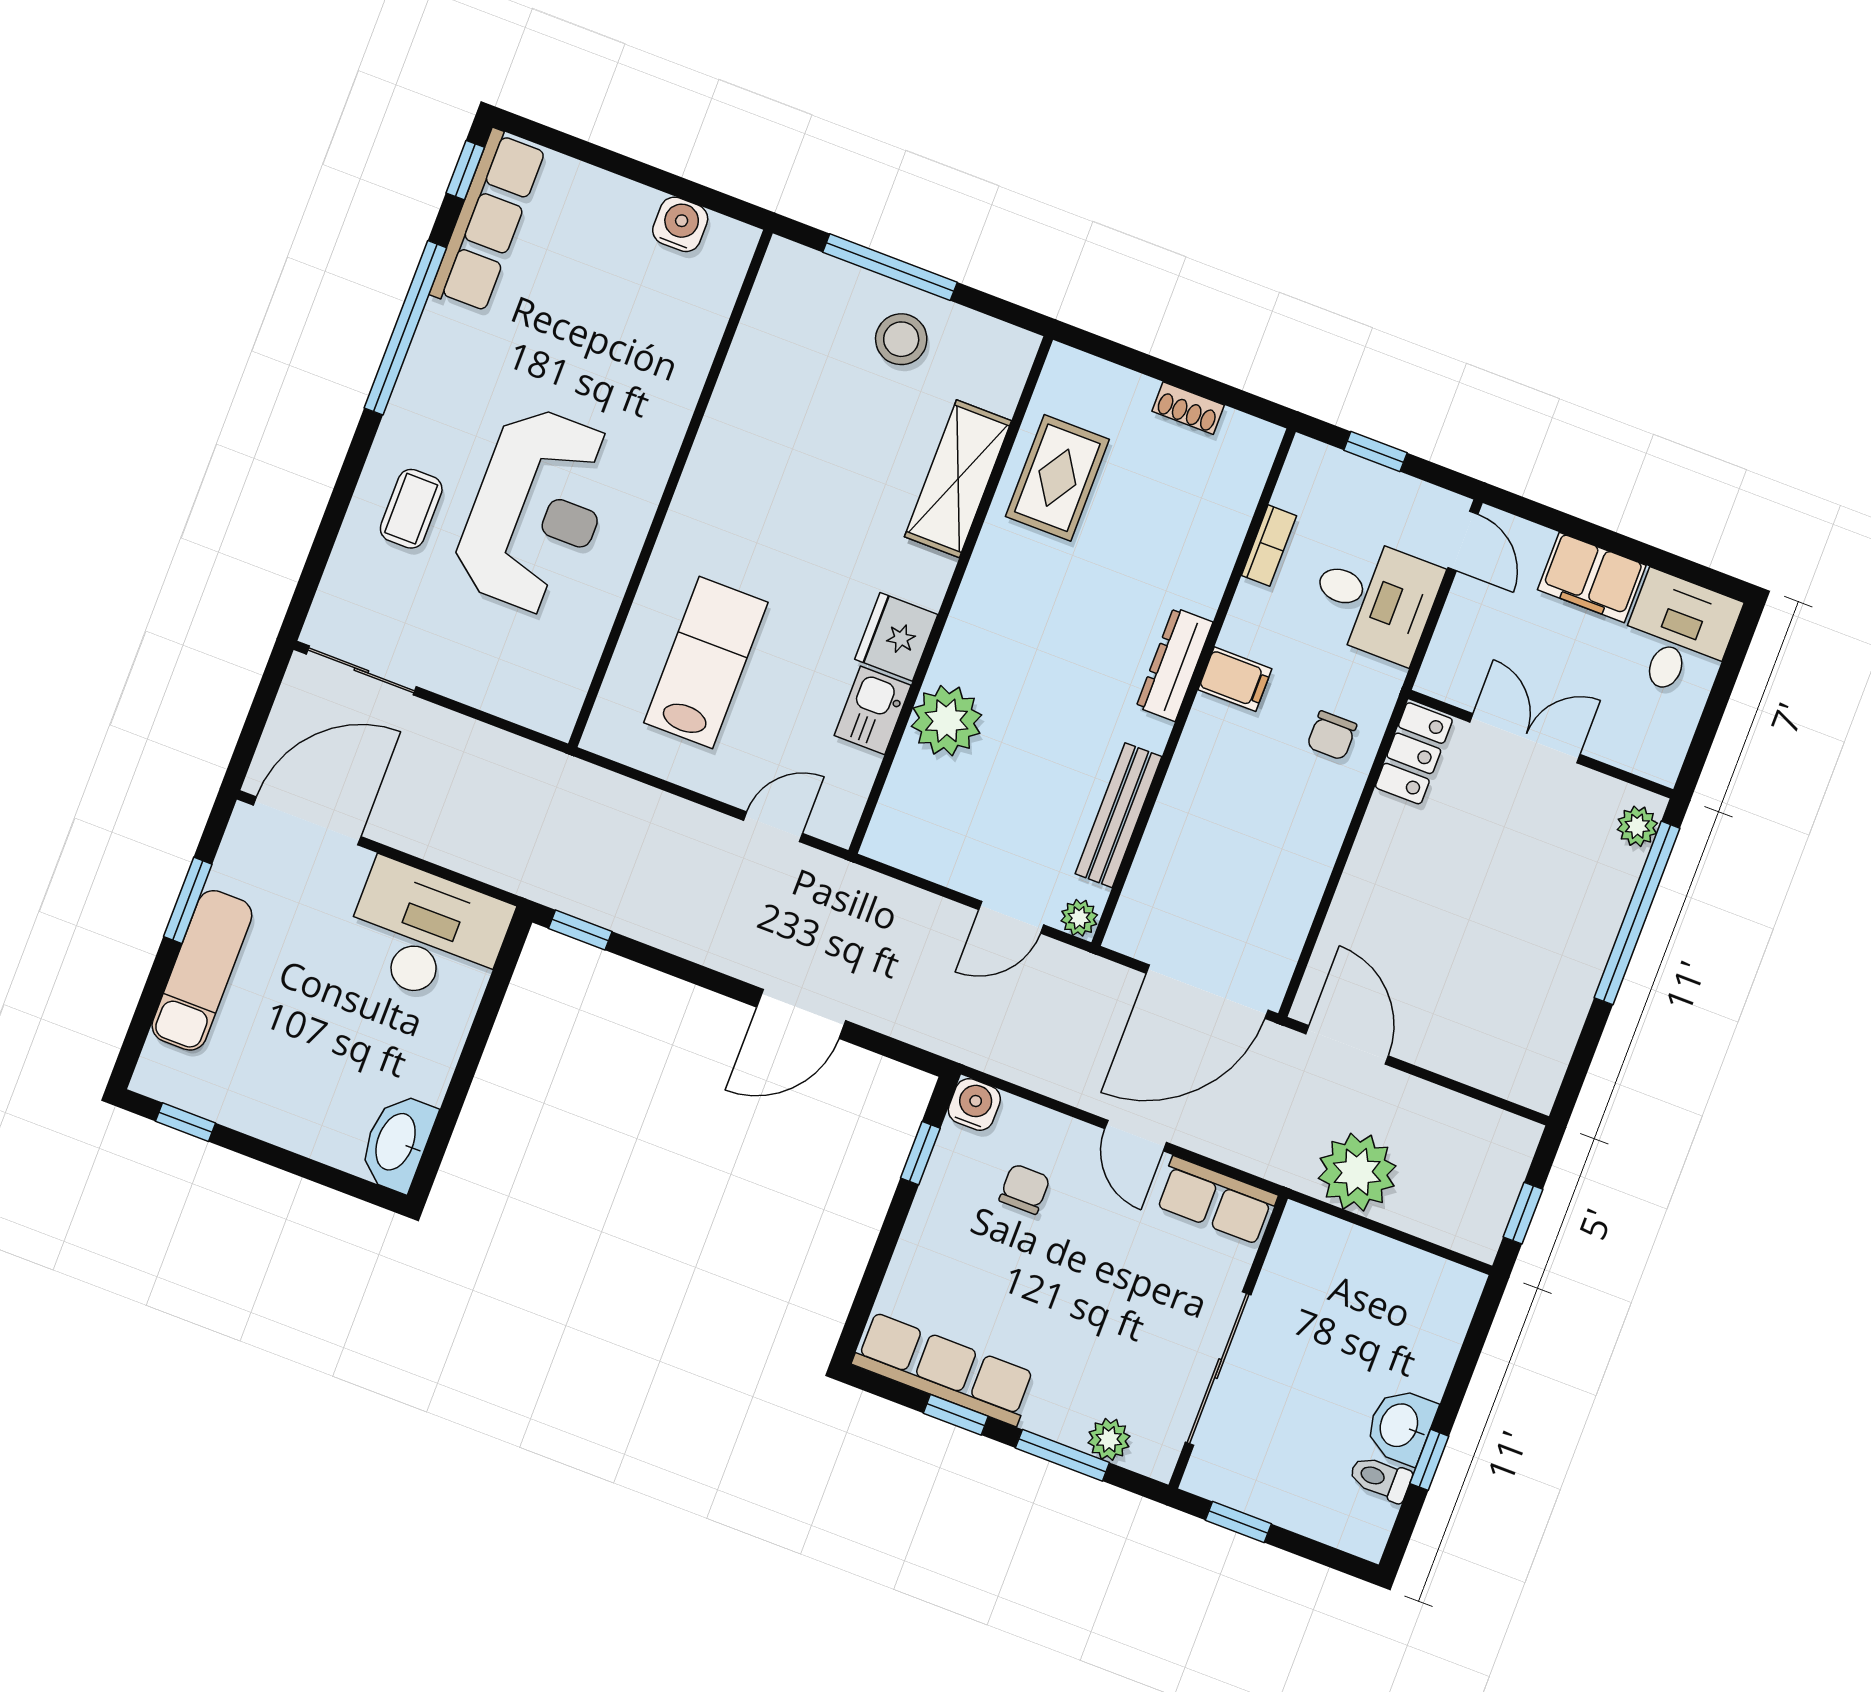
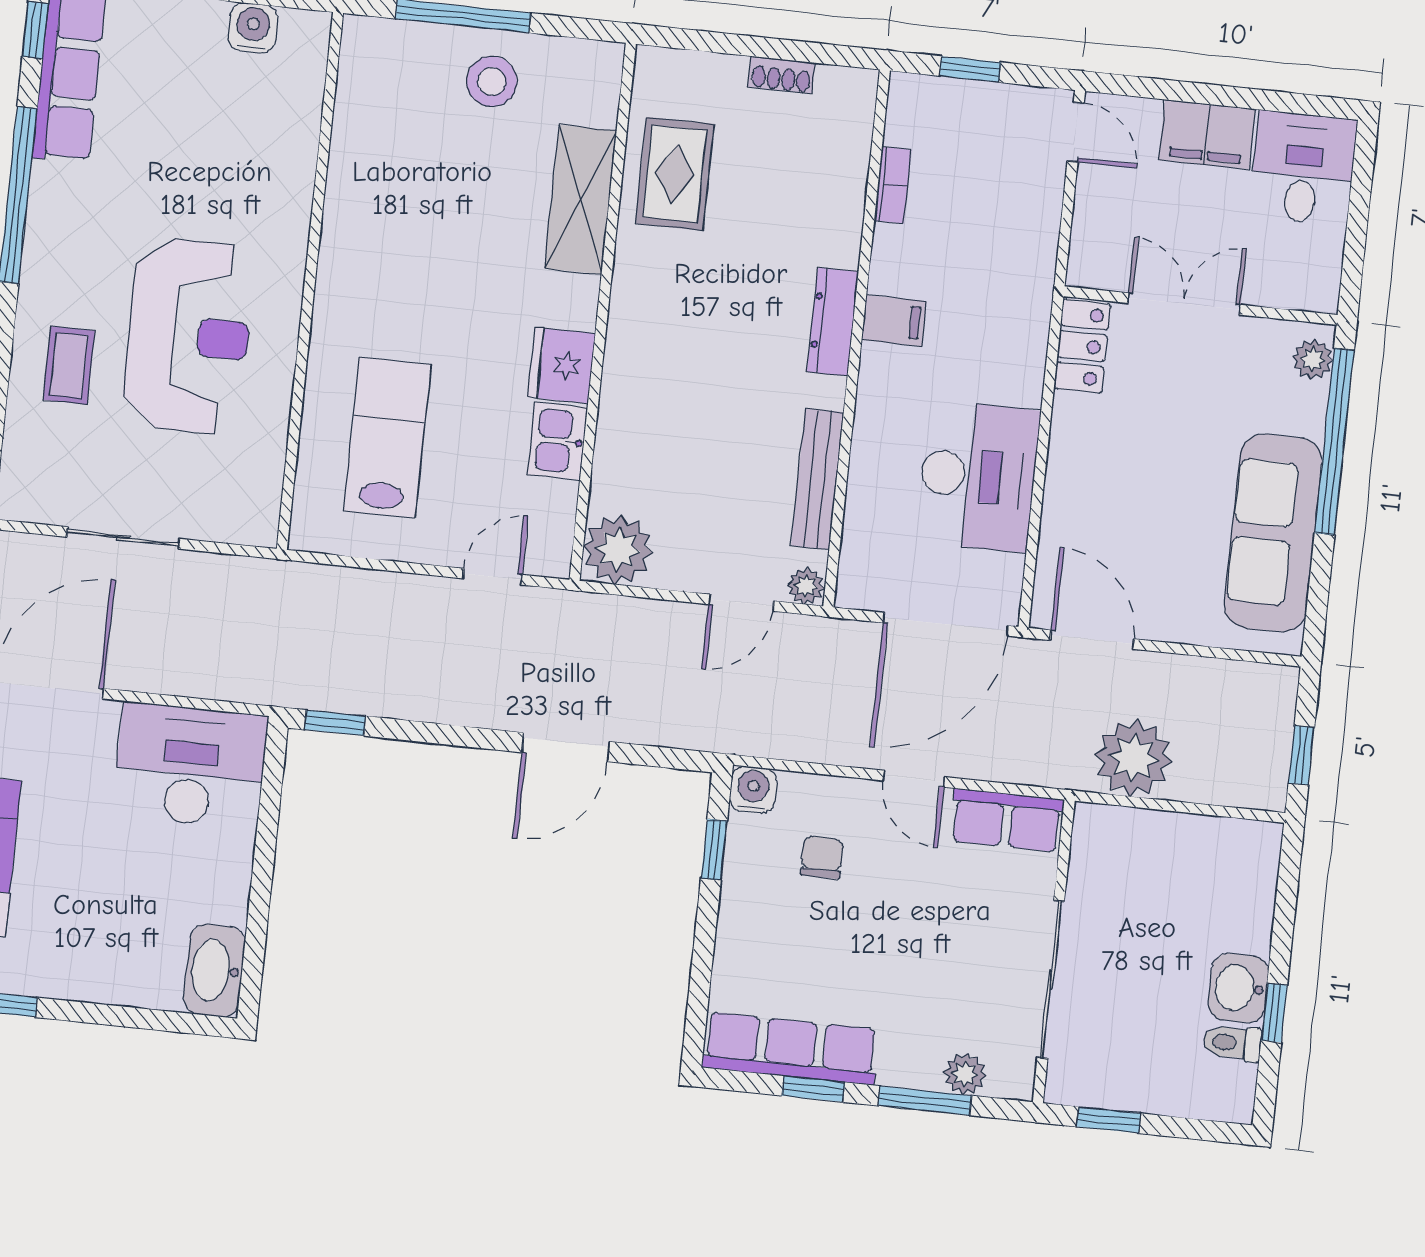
desk: (1374, 599) -> (978, 476), moved, width x1.37
sliding door: (361, 670) -> (123, 538), moved
plant: (946, 721) -> (618, 550), moved
chair: (1332, 736) -> (1000, 350), removed
sofa: (1553, 987) -> (1273, 533), added

